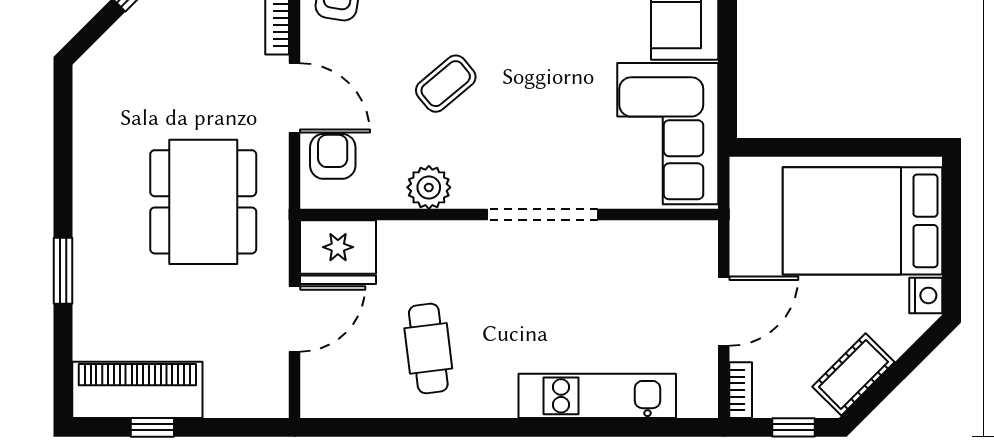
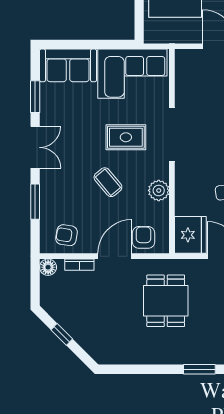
rug: (538, 120) -> (126, 137), added
armchair: (333, 156) -> (144, 237), turned 90
dining table: (203, 202) -> (166, 301), width x0.73

